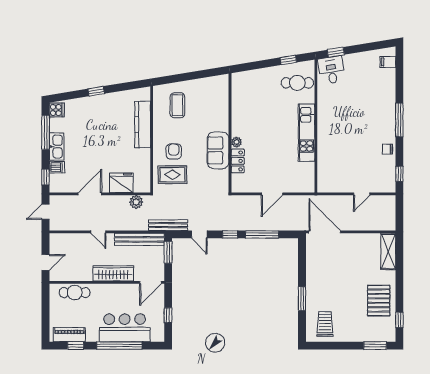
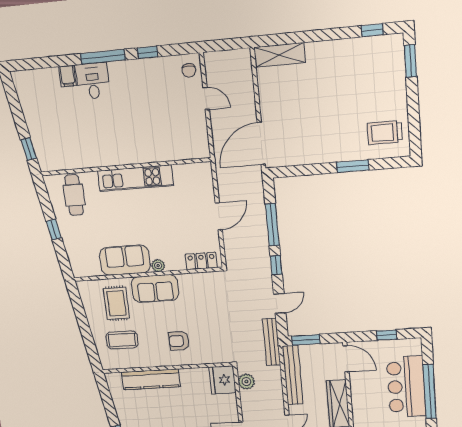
window: (288, 60) -> (54, 229), moved
filing cabinet: (388, 62) -> (67, 76), moved
desk: (331, 70) -> (93, 81), moved, turned 99
sofa: (243, 116) -> (125, 260), added
chair: (388, 149) -> (189, 70), moved
sofa: (218, 150) -> (155, 289), moved
locker: (238, 161) -> (201, 261), moved
window: (399, 174) -> (147, 52), moved
rug: (172, 175) -> (116, 303), moved
fridge: (121, 183) -> (222, 380), moved
door: (272, 194) -> (219, 216), hinge flipped
pallet: (379, 301) -> (348, 62), removed

